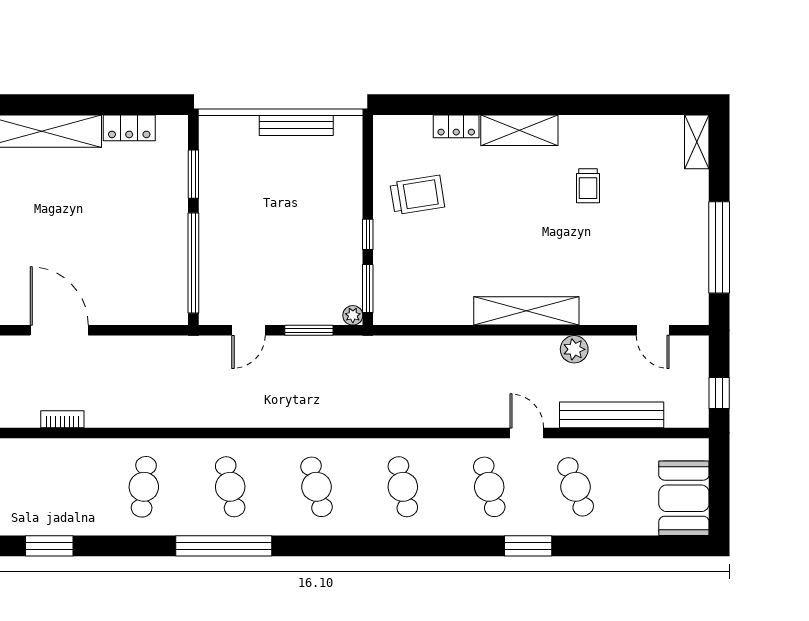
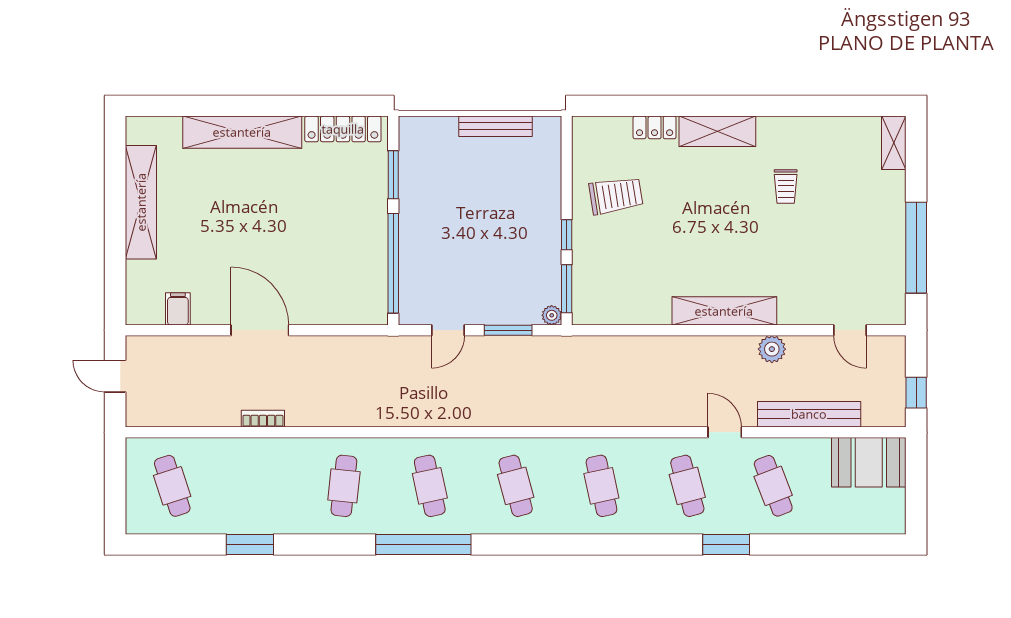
locker: (129, 128) -> (343, 129), width x1.53
booth: (684, 498) -> (869, 462), moved, turned 90

